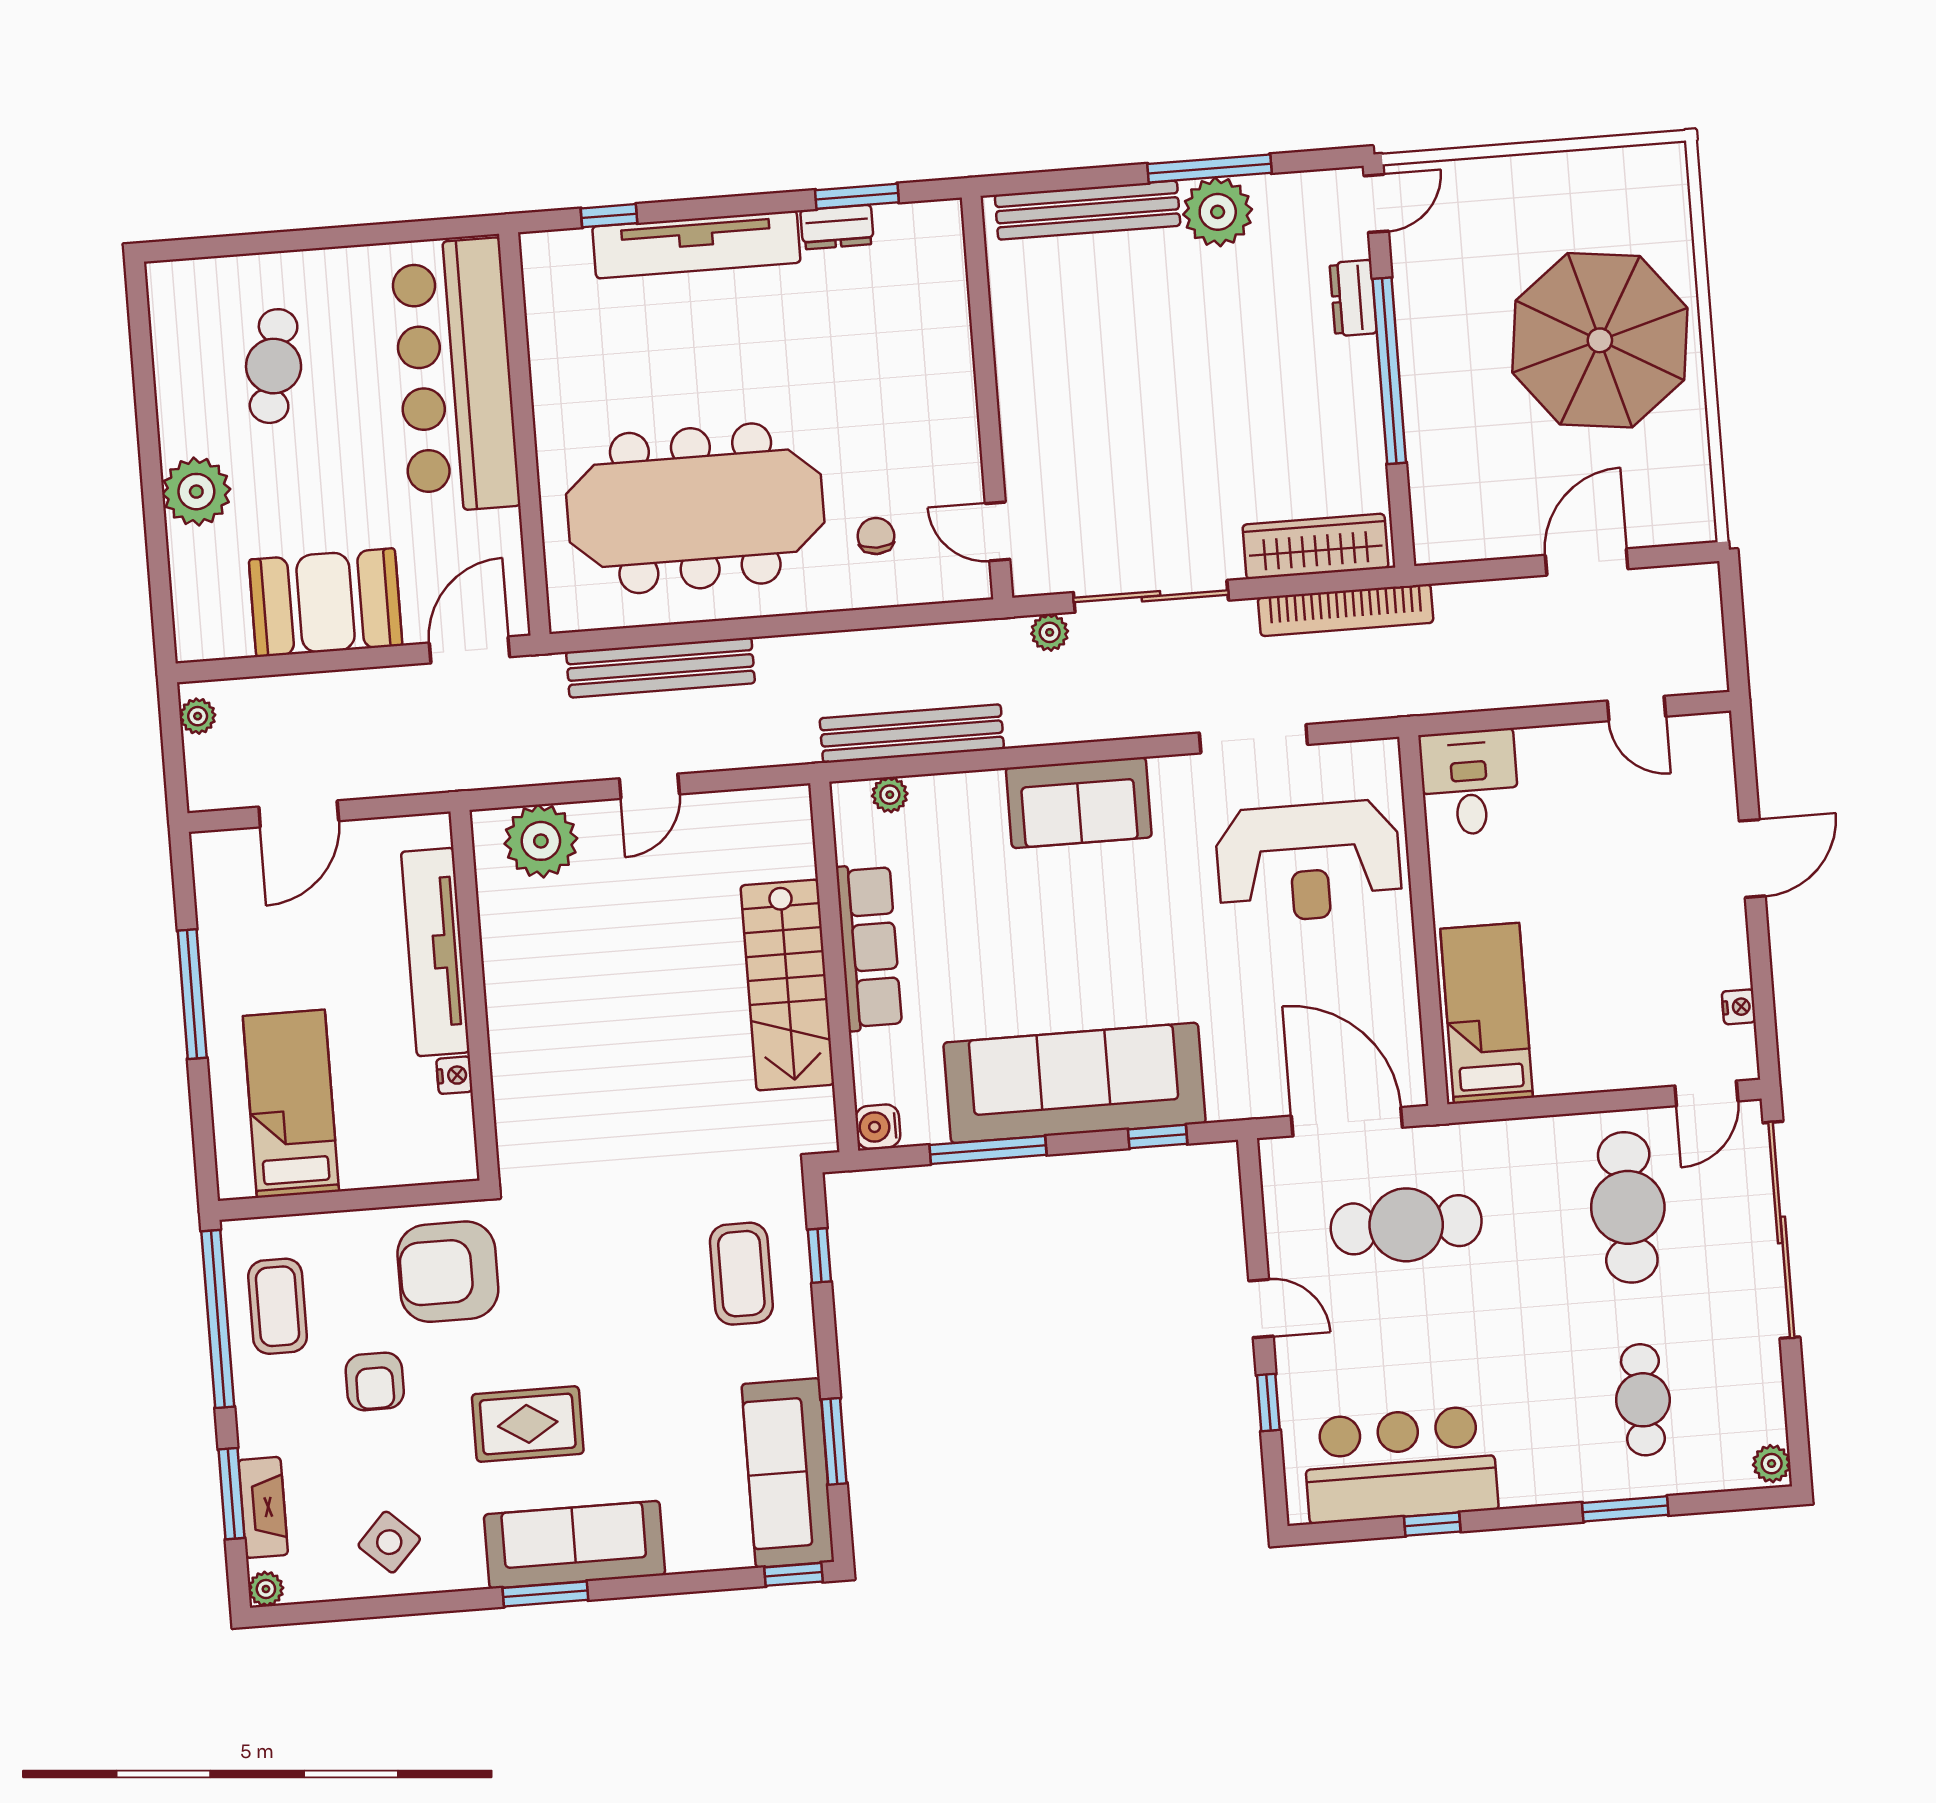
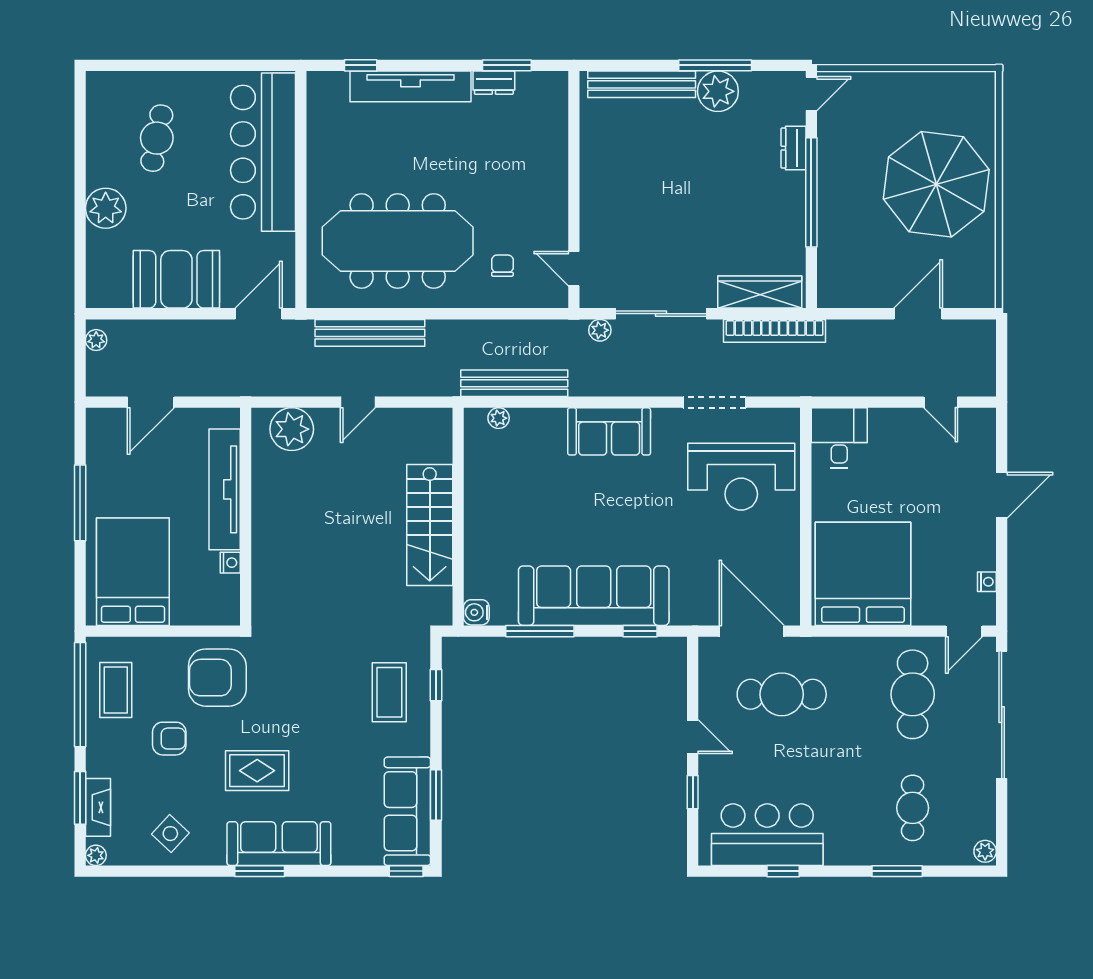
row of seats: (869, 947) -> (479, 507), removed
bed: (1487, 1013) -> (863, 574), width x2.04
bed: (291, 1104) -> (133, 572), width x1.50
armchair: (375, 1381) -> (169, 739), turned -90

